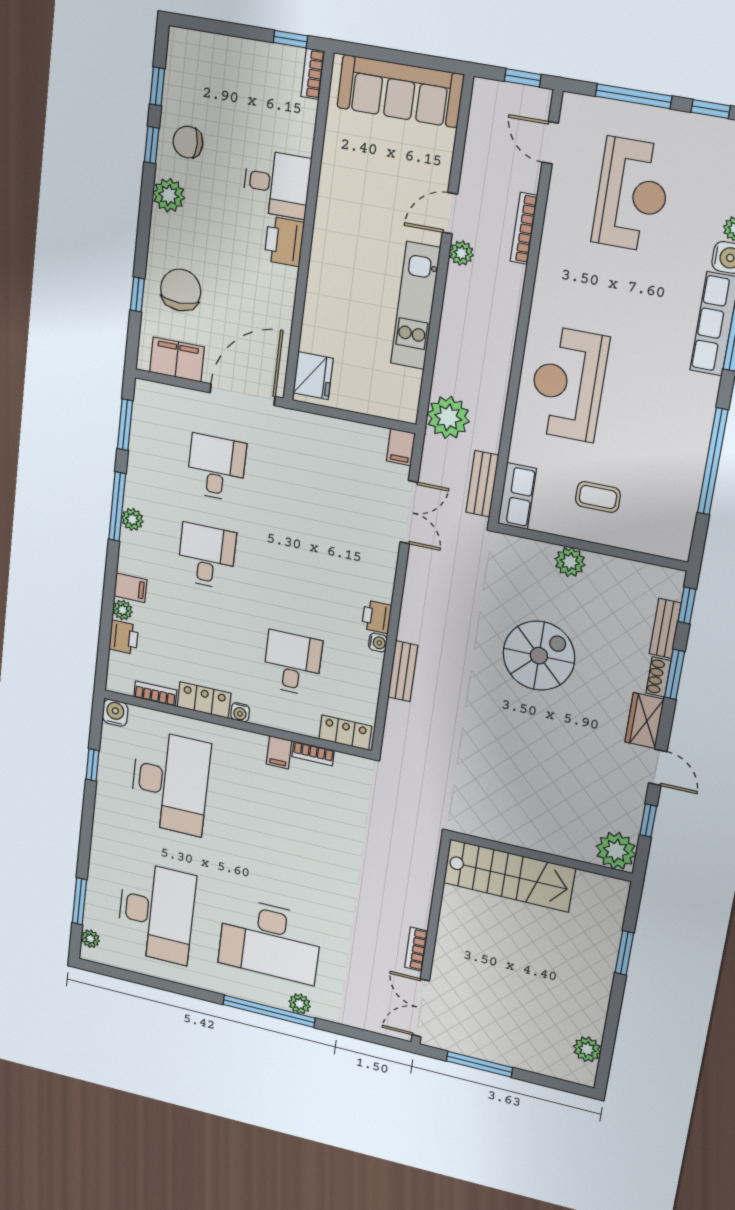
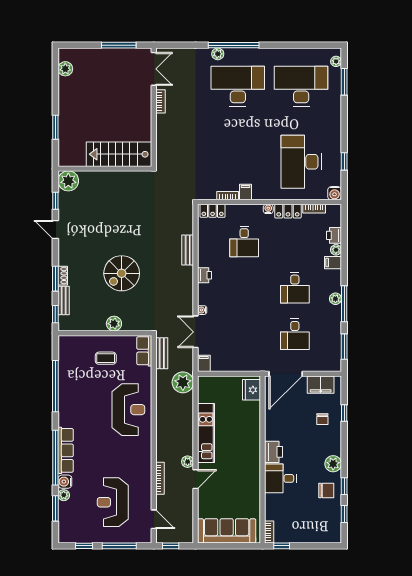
chair: (181, 290) -> (322, 419), width x0.54, depth x0.54
water cooler: (378, 643) -> (202, 310), moved
wardrobe: (644, 721) -> (66, 252), removed
desk: (156, 913) -> (301, 86), turned 90

